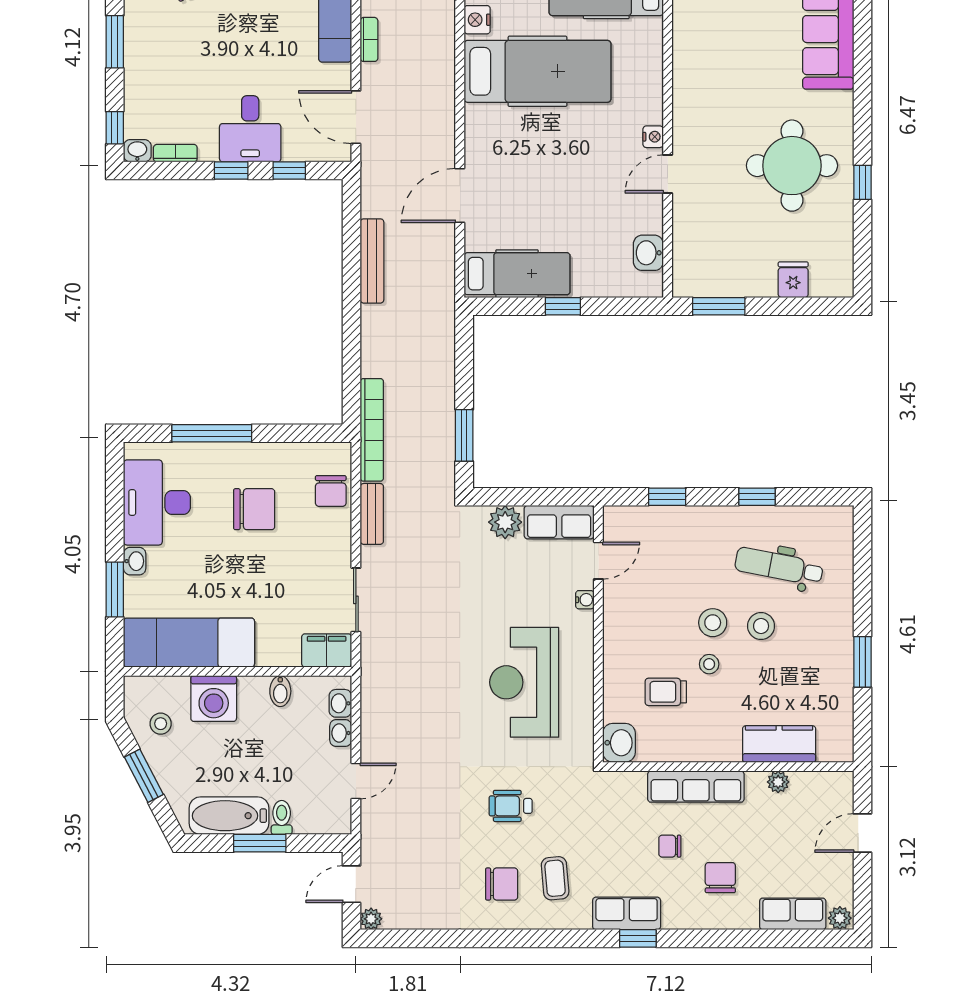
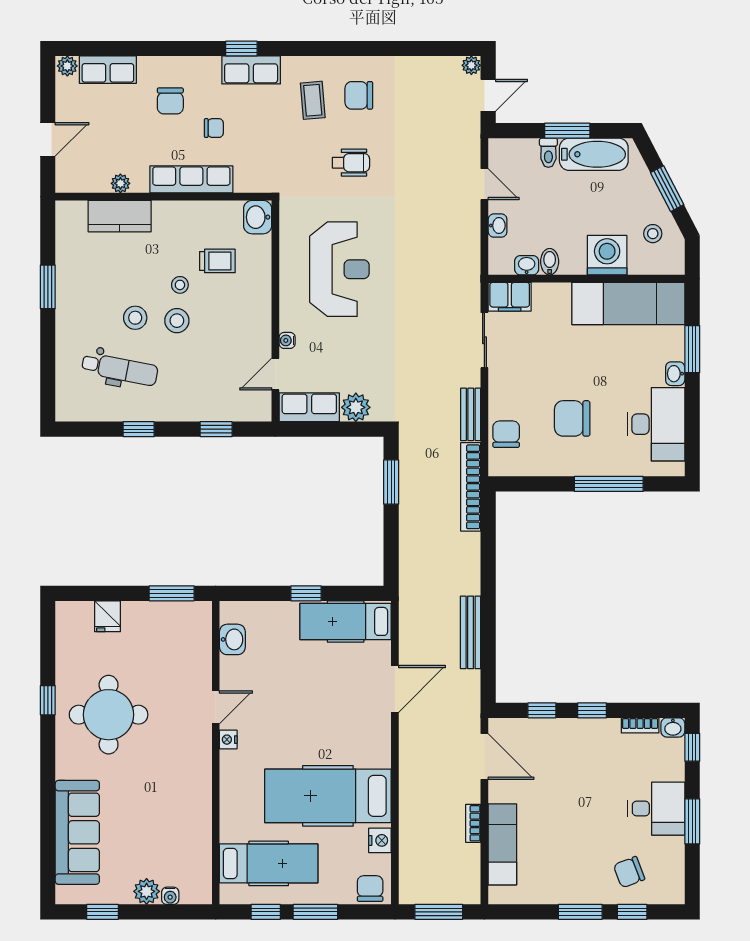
desk: (250, 129) -> (656, 809), moved, turned 90
washbasin: (340, 703) -> (527, 265), moved, turned -90
door: (356, 781) -> (484, 184), swing flipped

